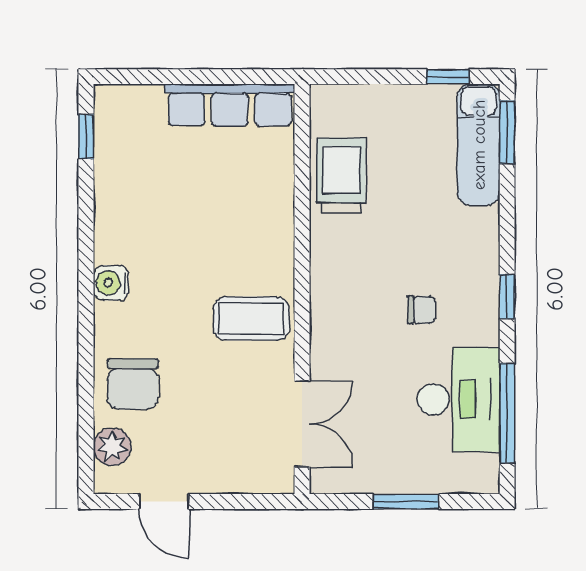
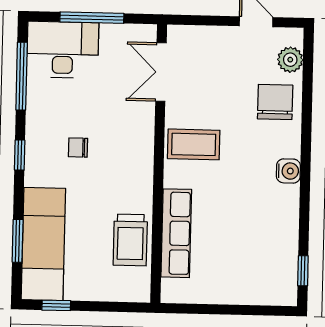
row of seats: (230, 105) -> (176, 233), moved, turned 90
window: (507, 132) -> (18, 241), moved
exam couch: (479, 145) -> (43, 244), width x1.36, depth x1.45
desk: (459, 399) -> (63, 50), moved, turned 90
window: (406, 501) -> (92, 18), width x1.44

